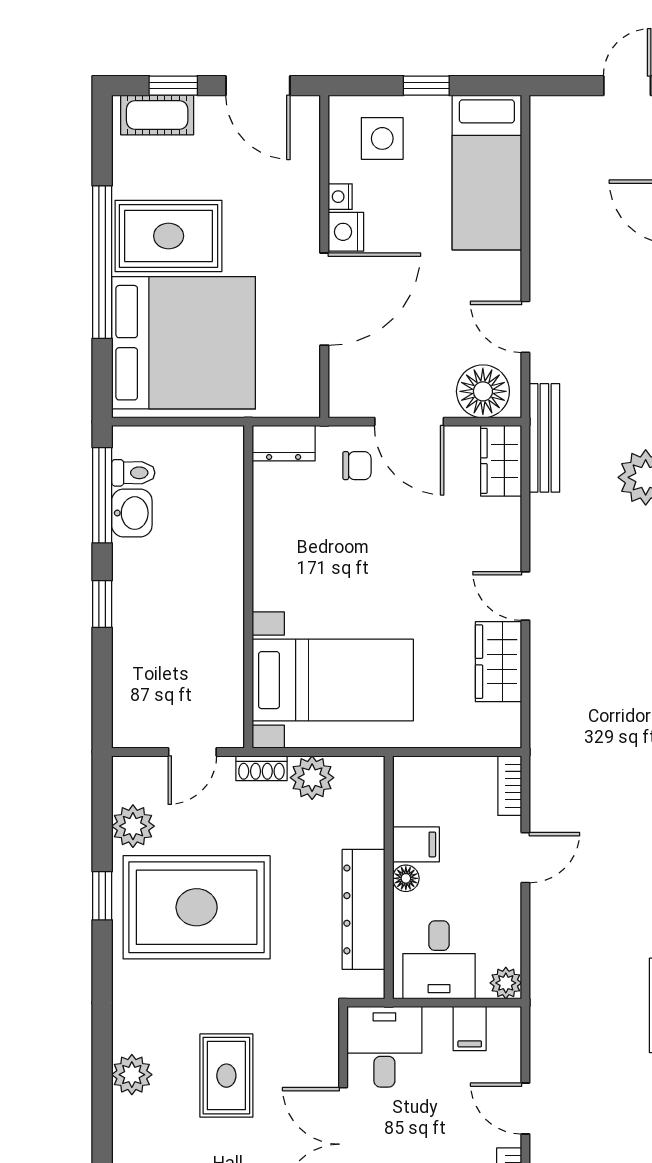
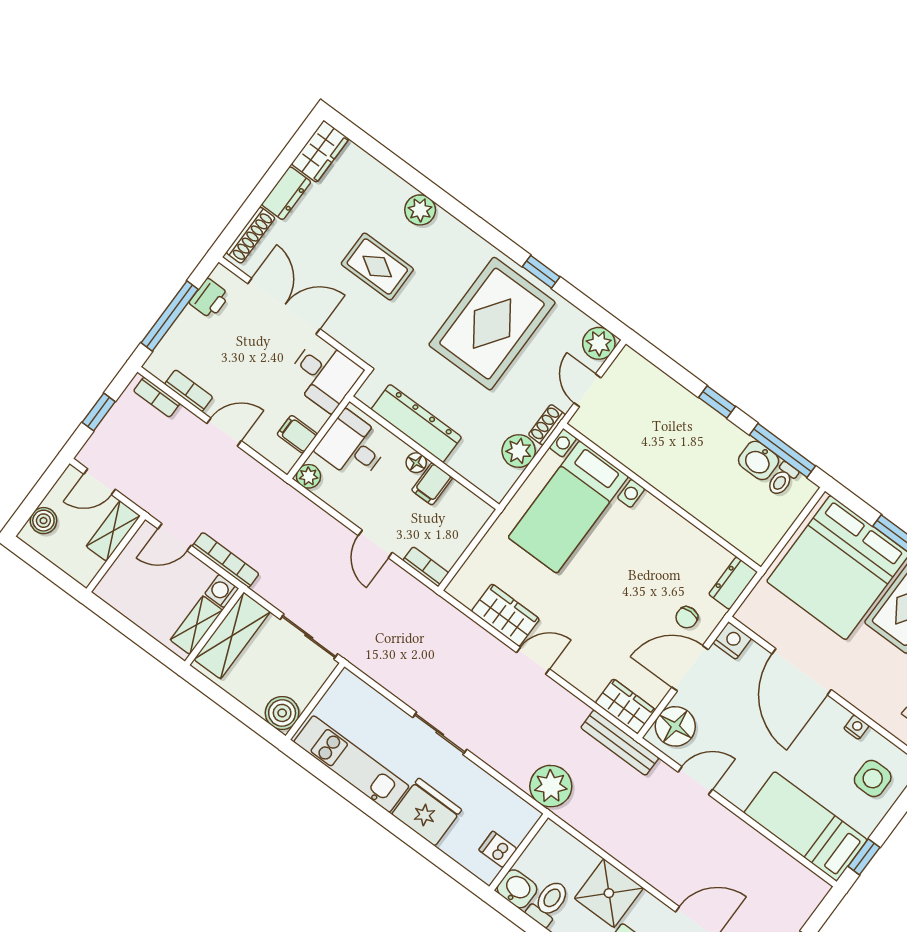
window: (426, 86) -> (864, 857), moved
nightstand: (346, 232) -> (732, 641), moved
plant: (133, 826) -> (599, 343), moved

